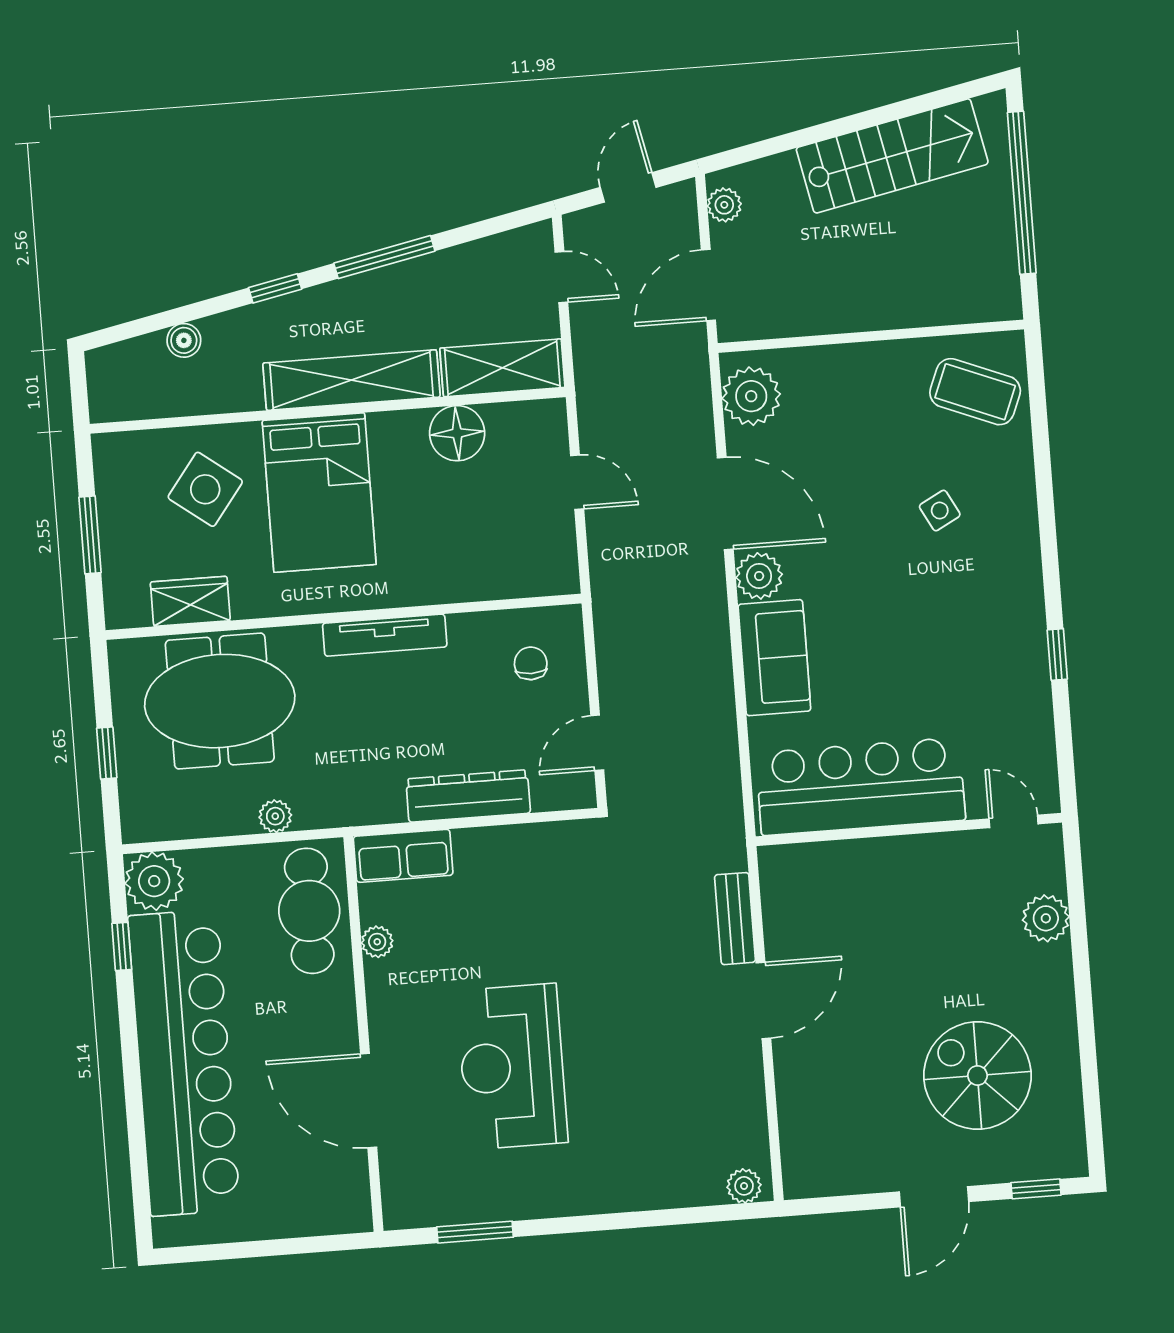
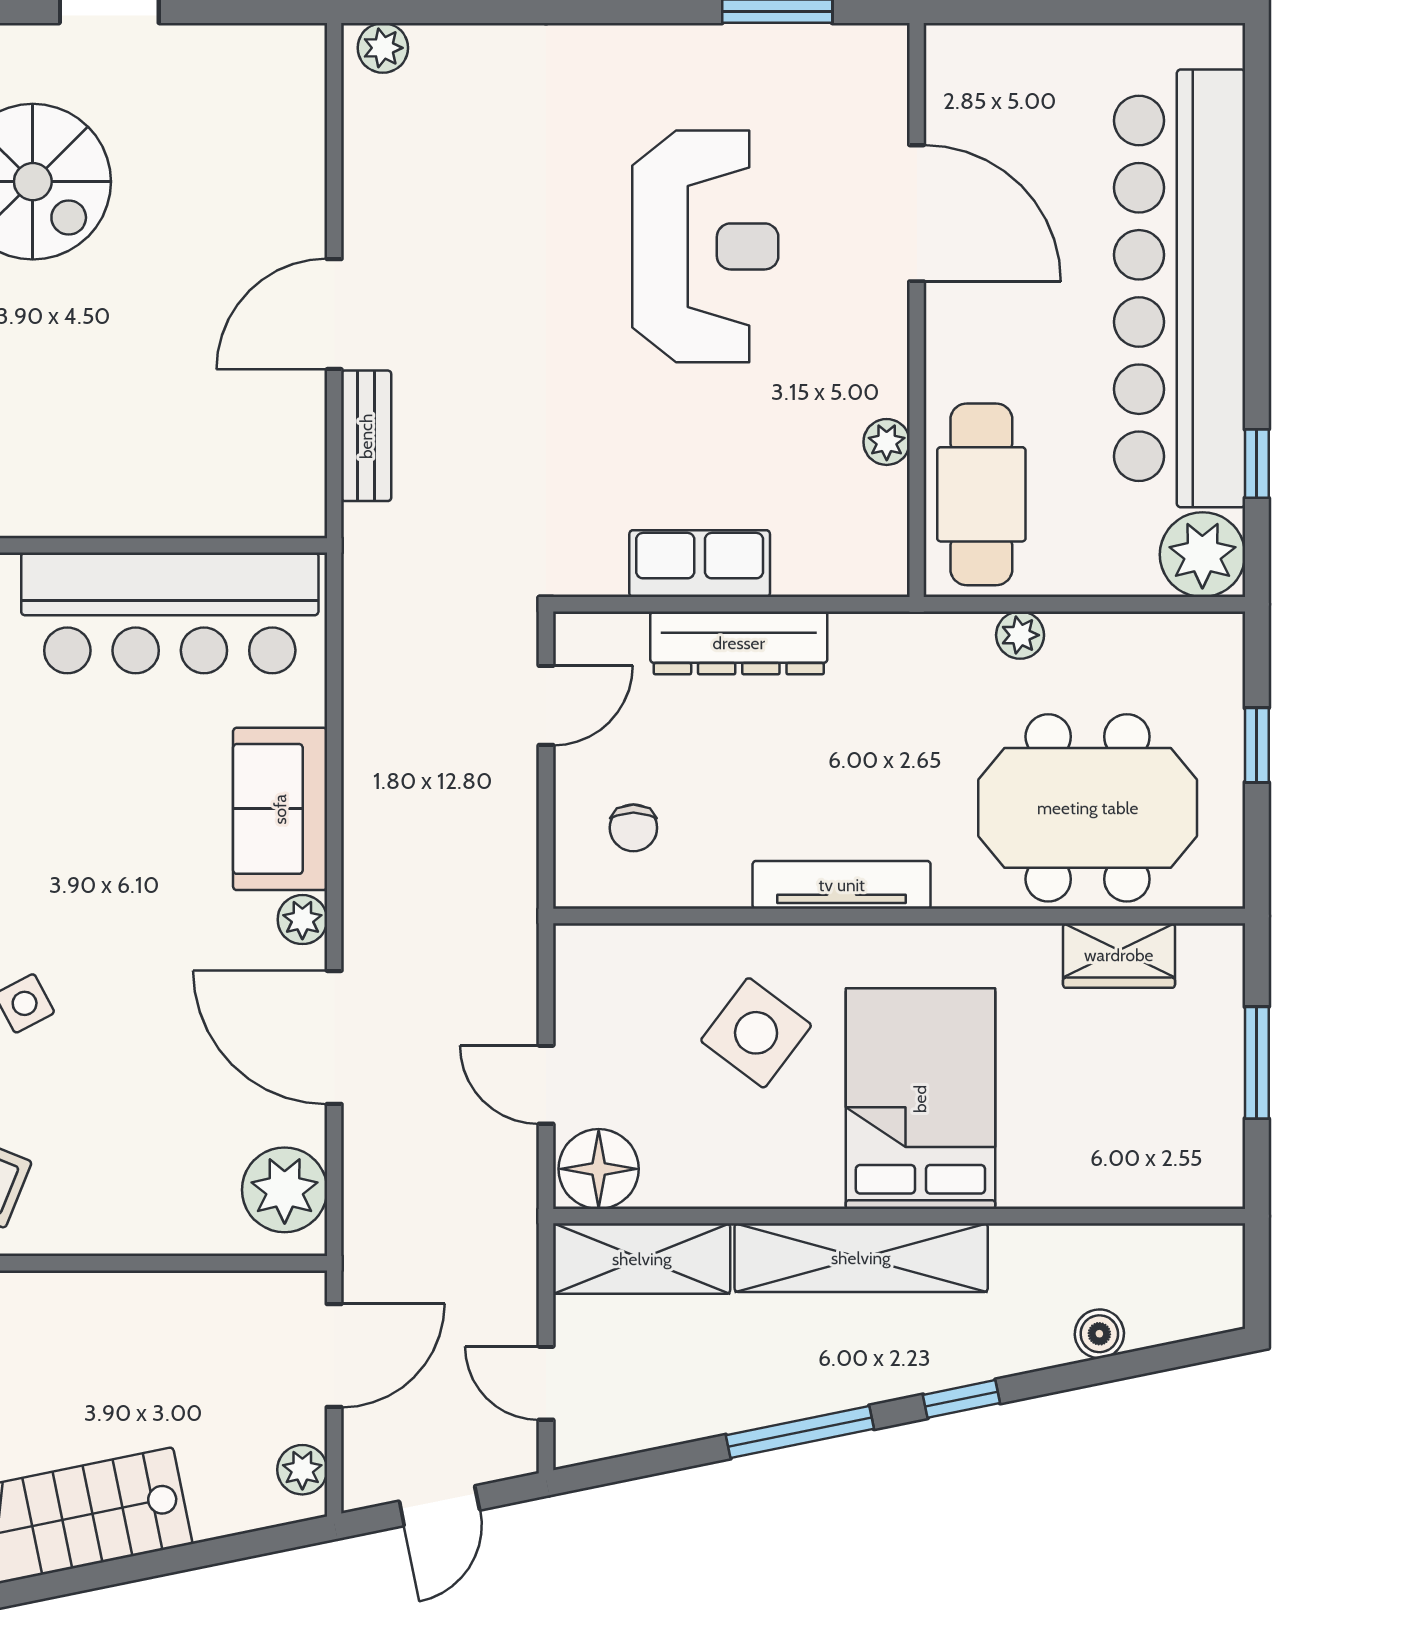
floor lamp: (457, 433) -> (599, 1169), moved
side table: (205, 489) -> (756, 1033), moved
plant: (759, 576) -> (302, 920), width x0.73, depth x0.73
row of seats: (403, 856) -> (700, 564), moved

